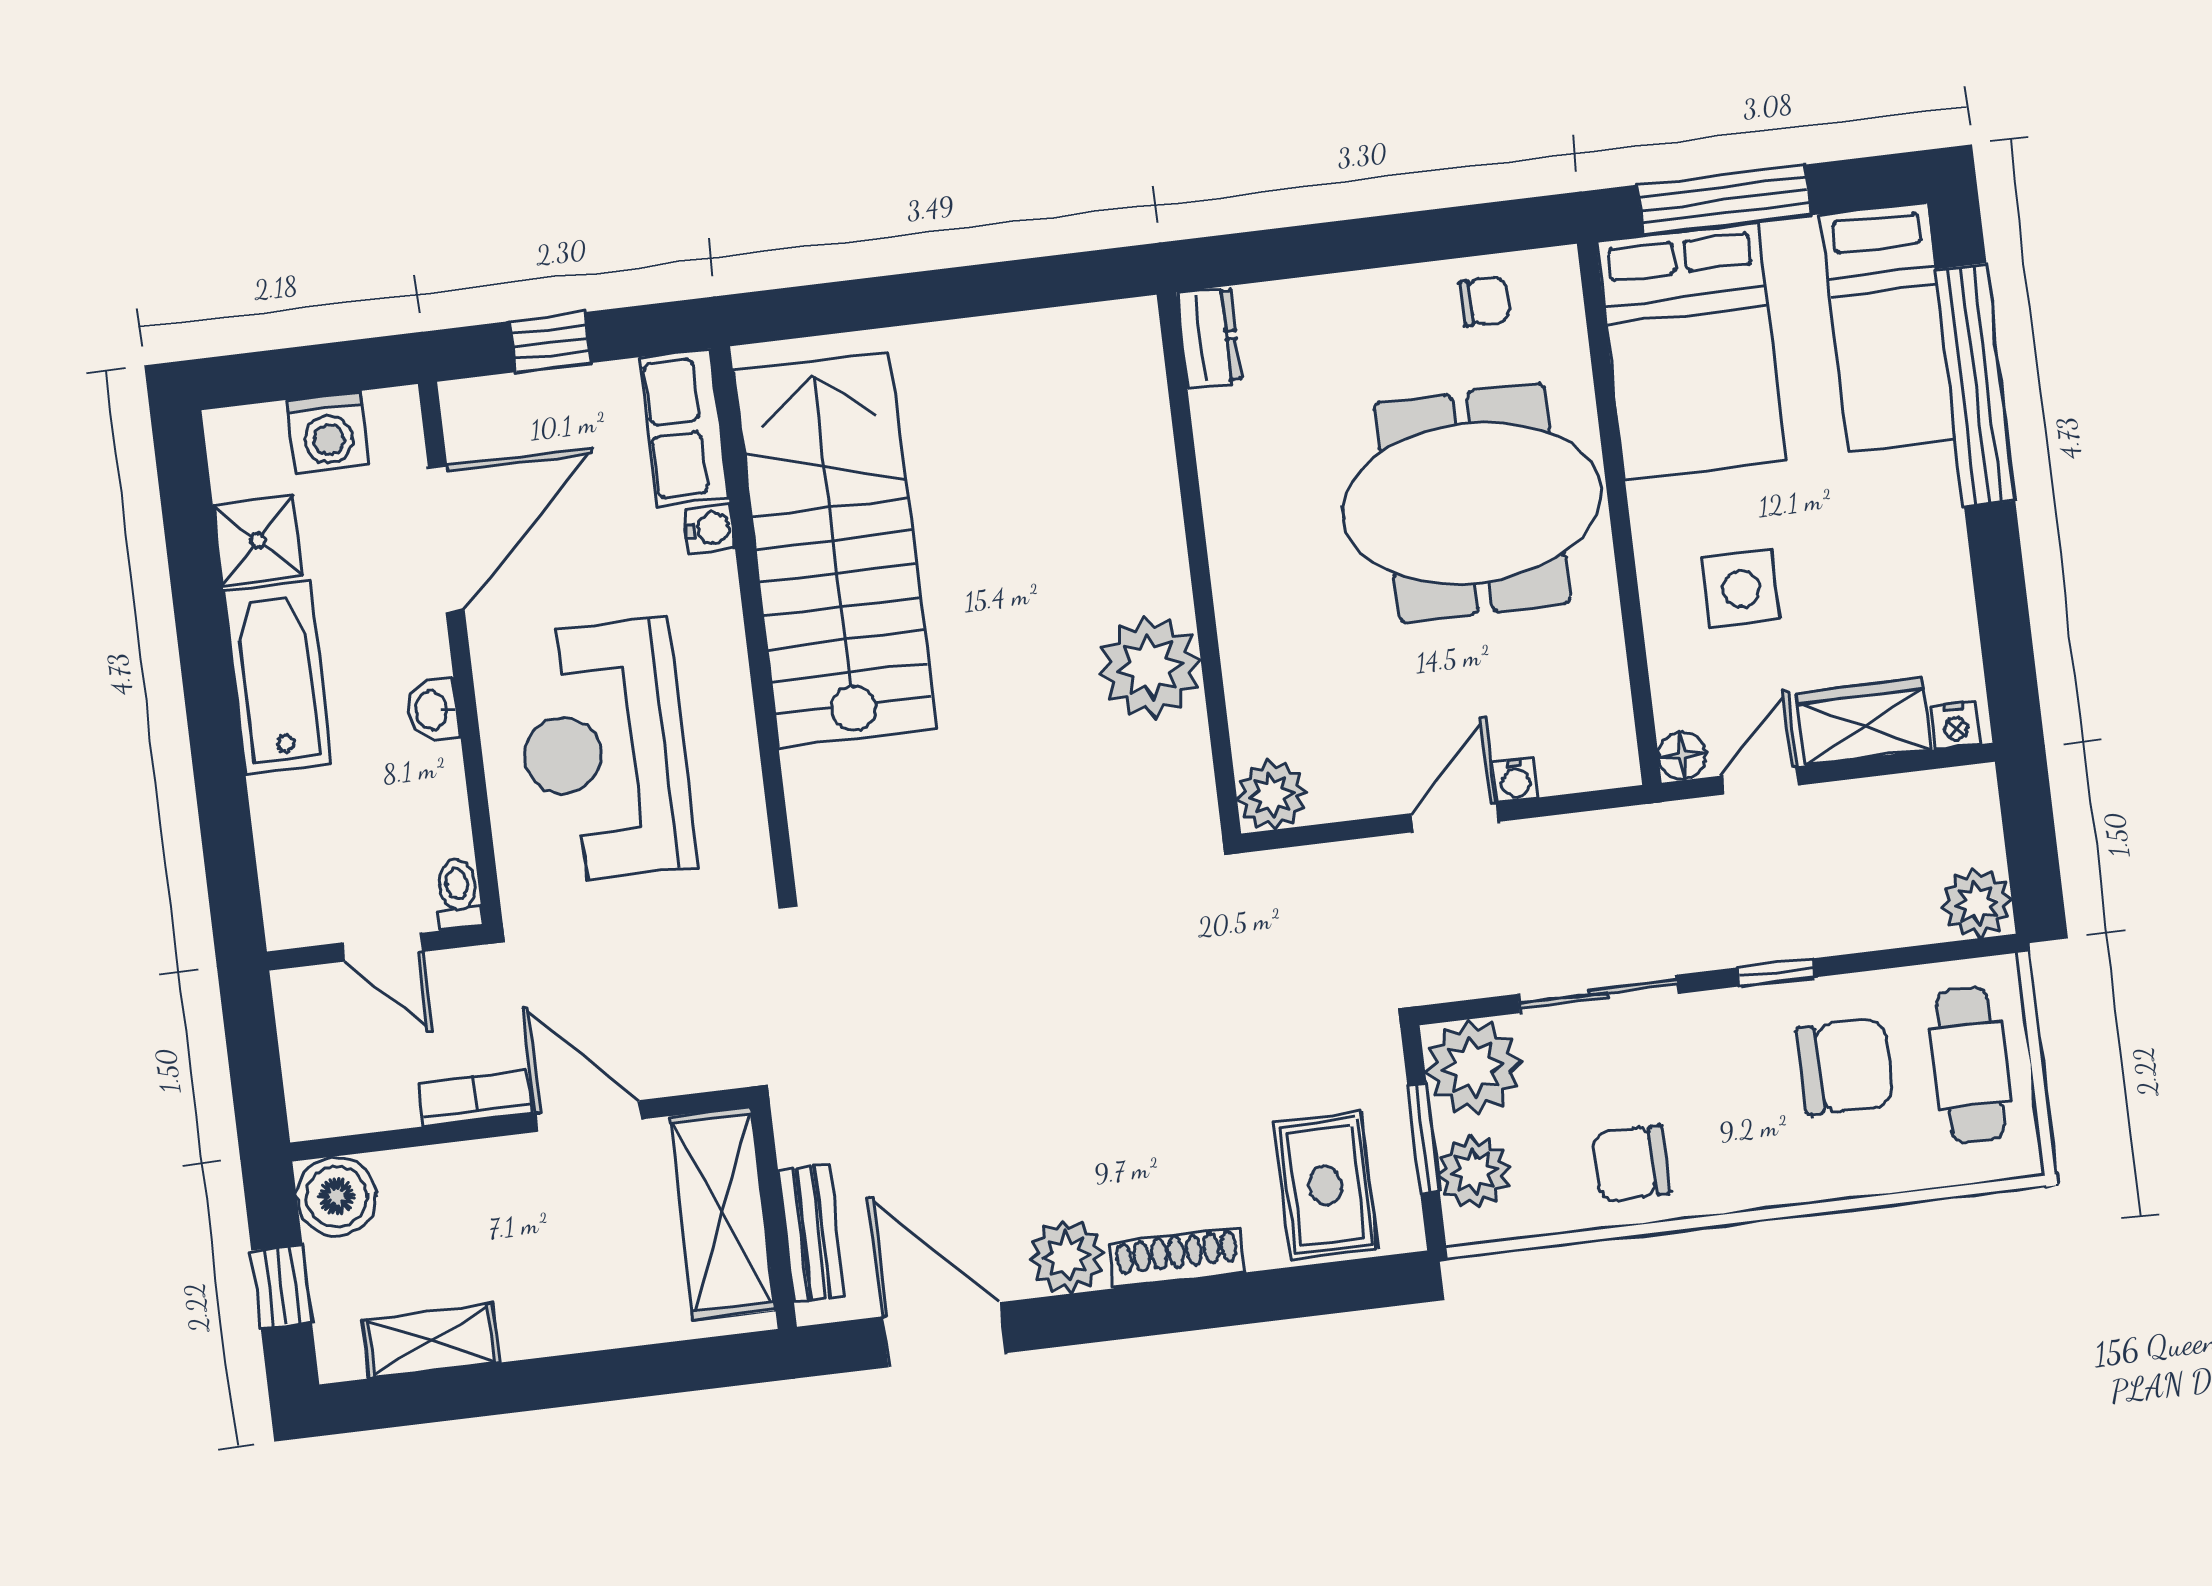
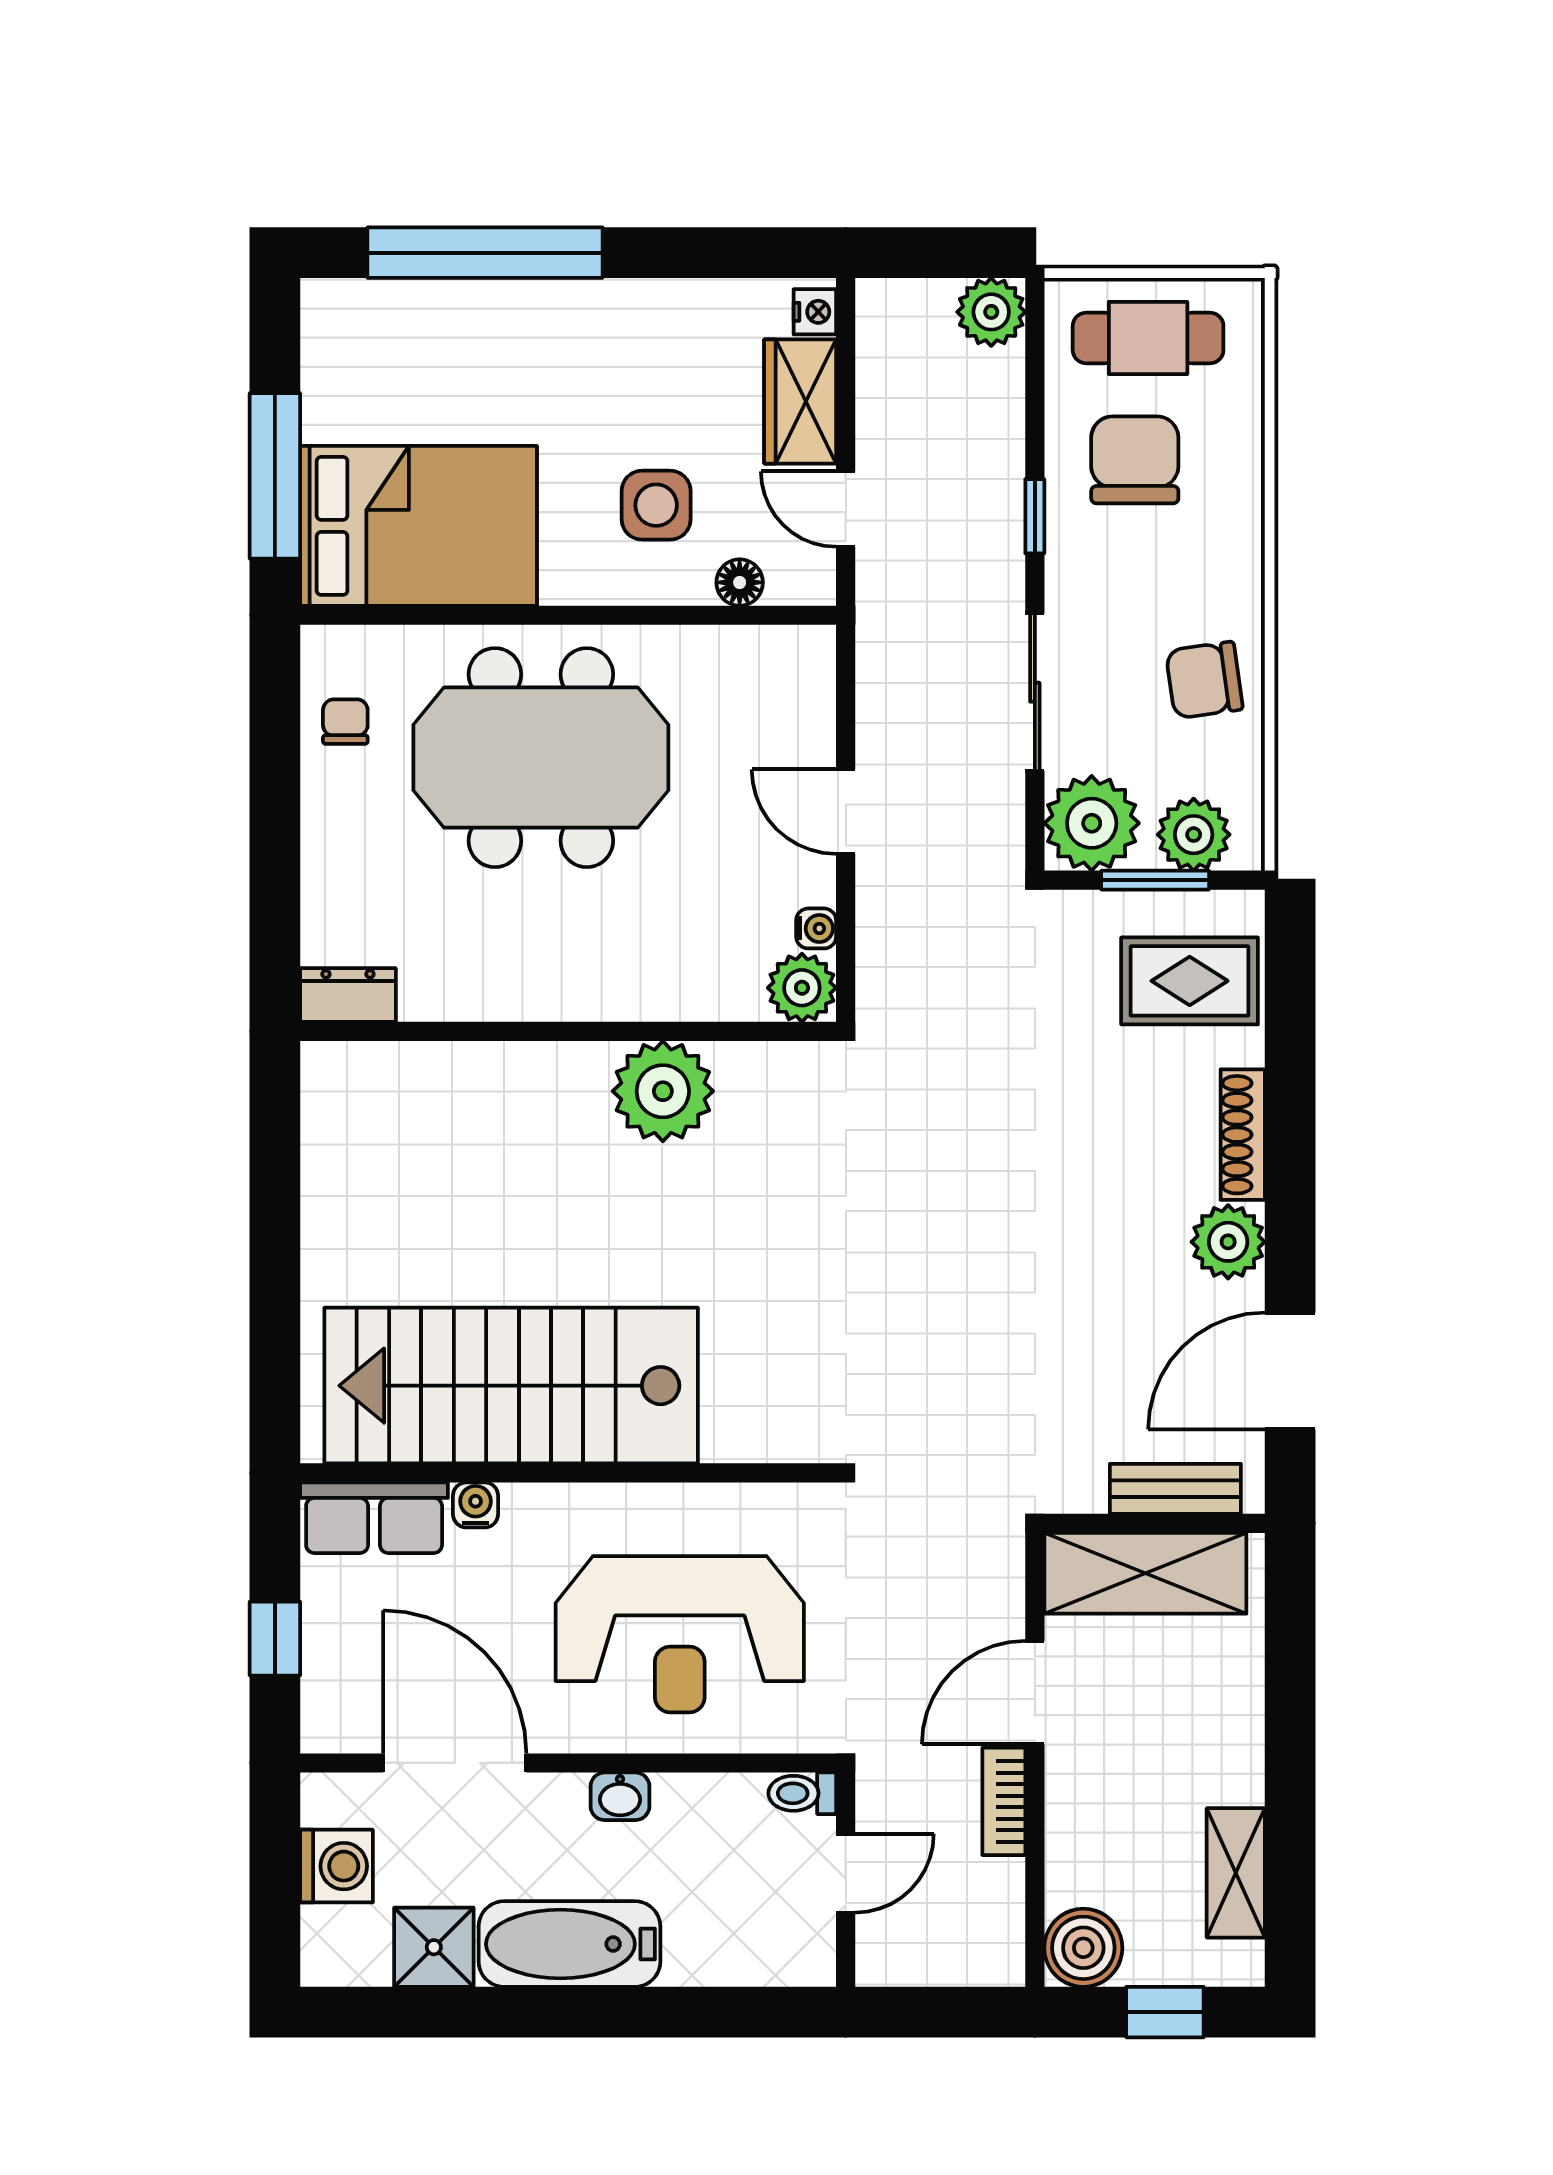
bed: (1888, 327) -> (418, 331), removed
meeting table: (1472, 503) -> (541, 758), turned 90
floor lamp: (1682, 755) -> (740, 582), moved
water cooler: (1515, 780) -> (816, 928), moved
chair: (1631, 1164) -> (1204, 680), turned 82

